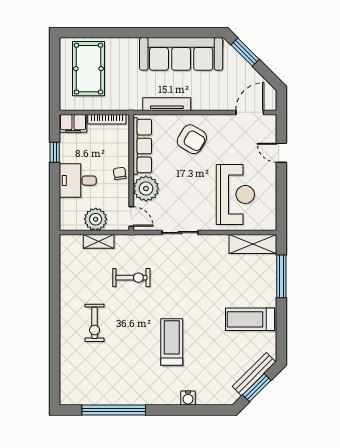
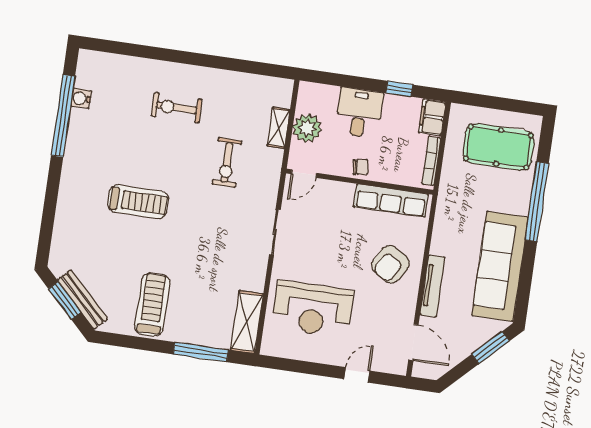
window: (127, 33) -> (537, 202), added
tv unit: (167, 104) -> (433, 286), moved
plant: (146, 189) -> (337, 197), removed
water cooler: (188, 398) -> (81, 98), moved

